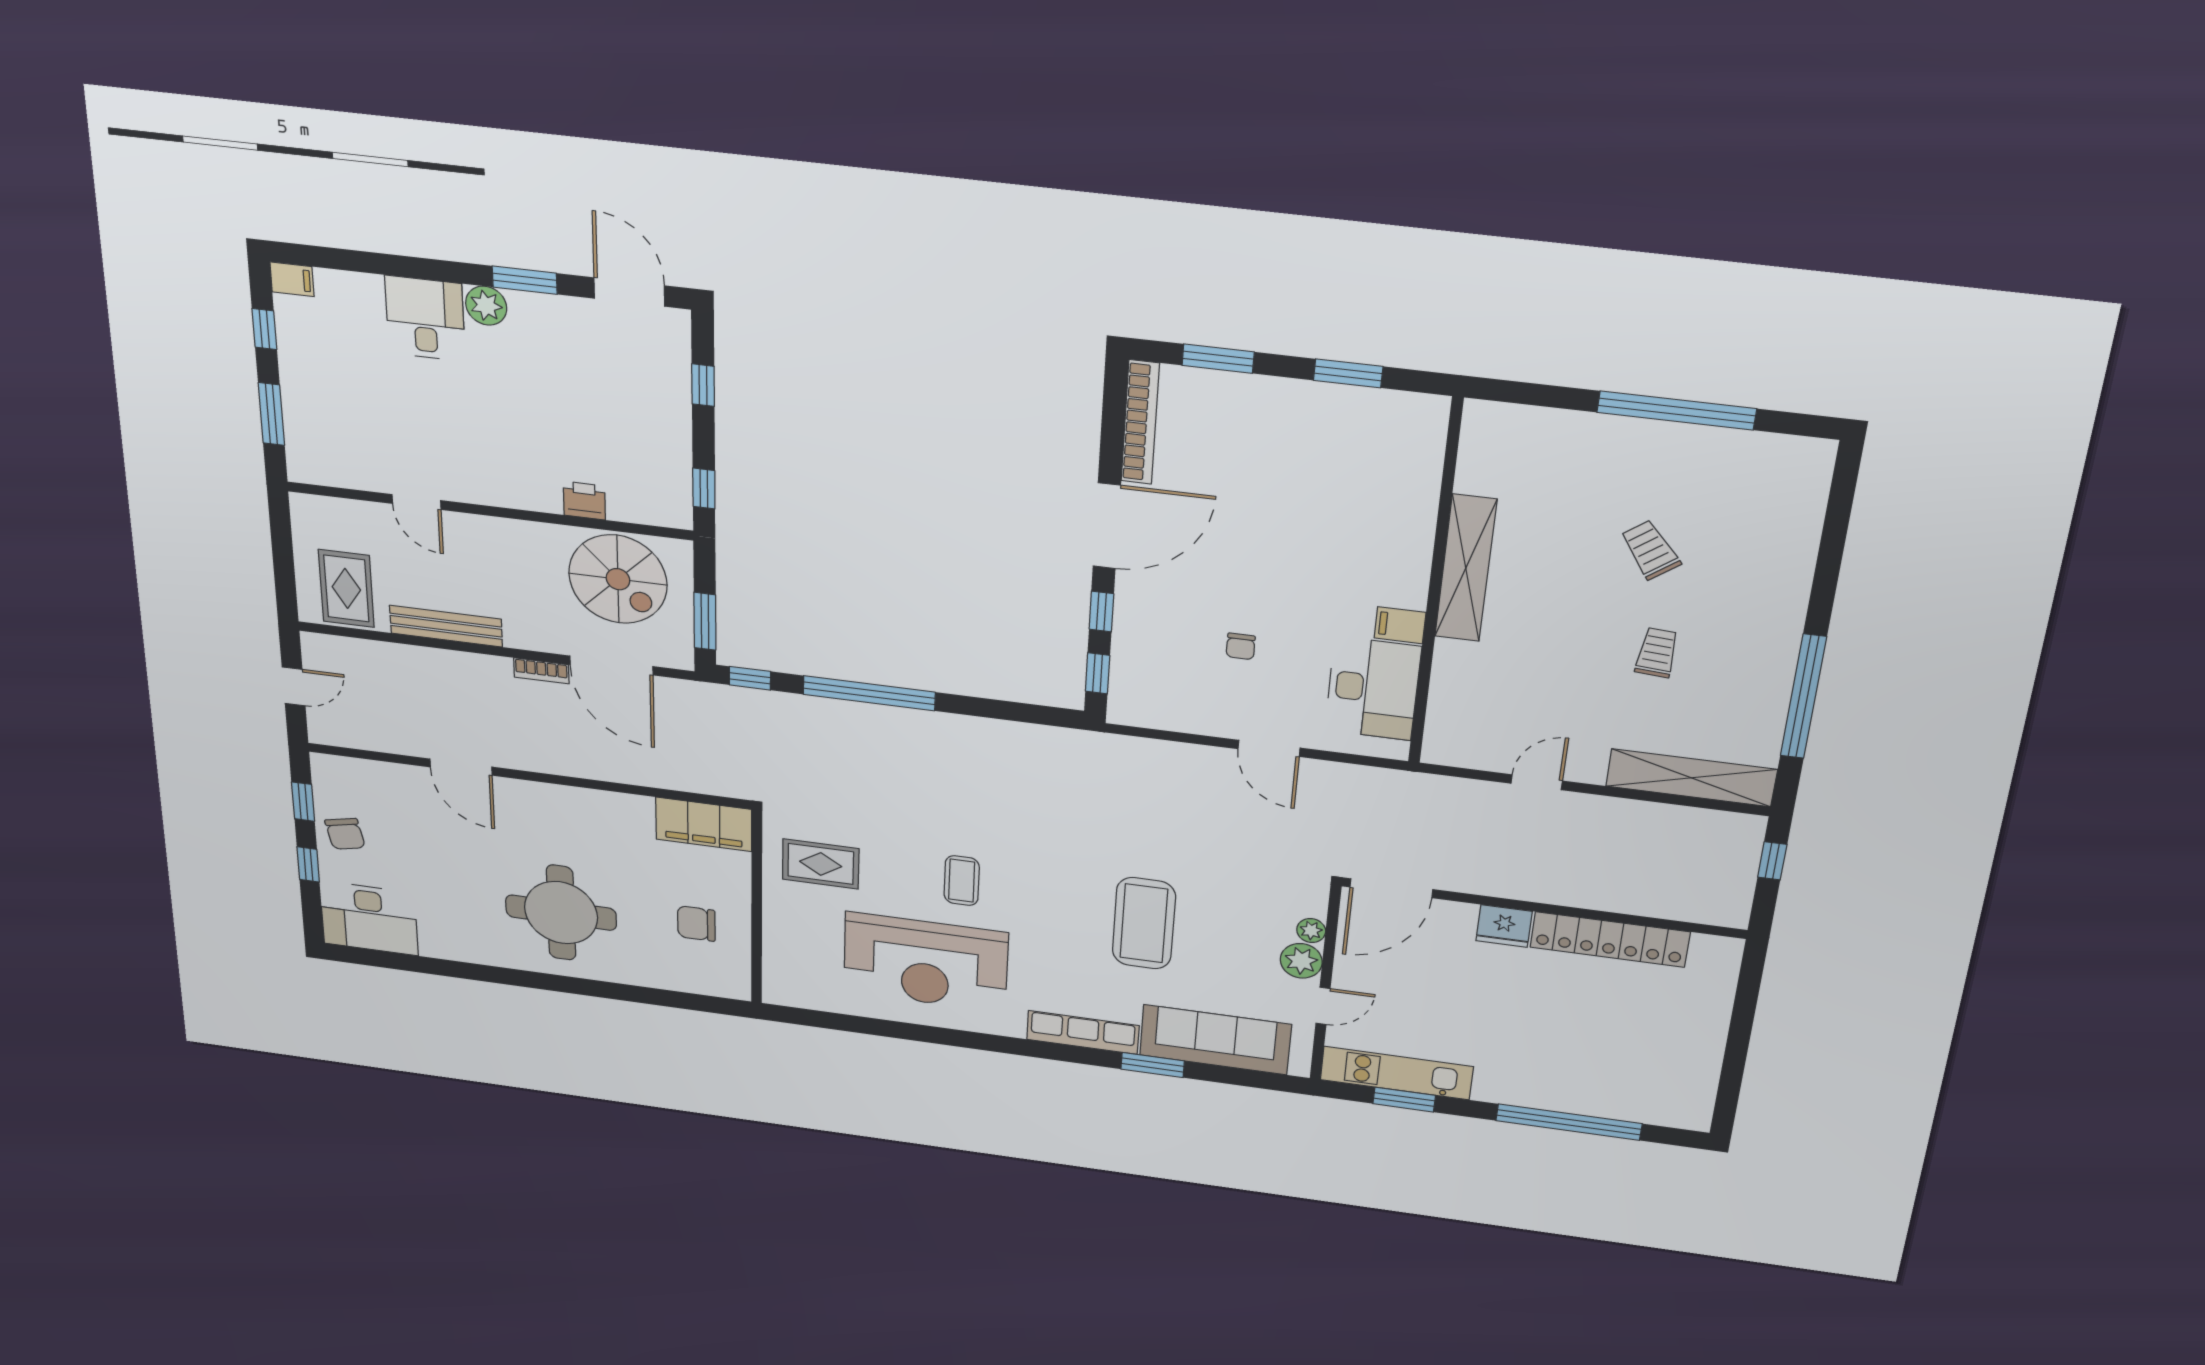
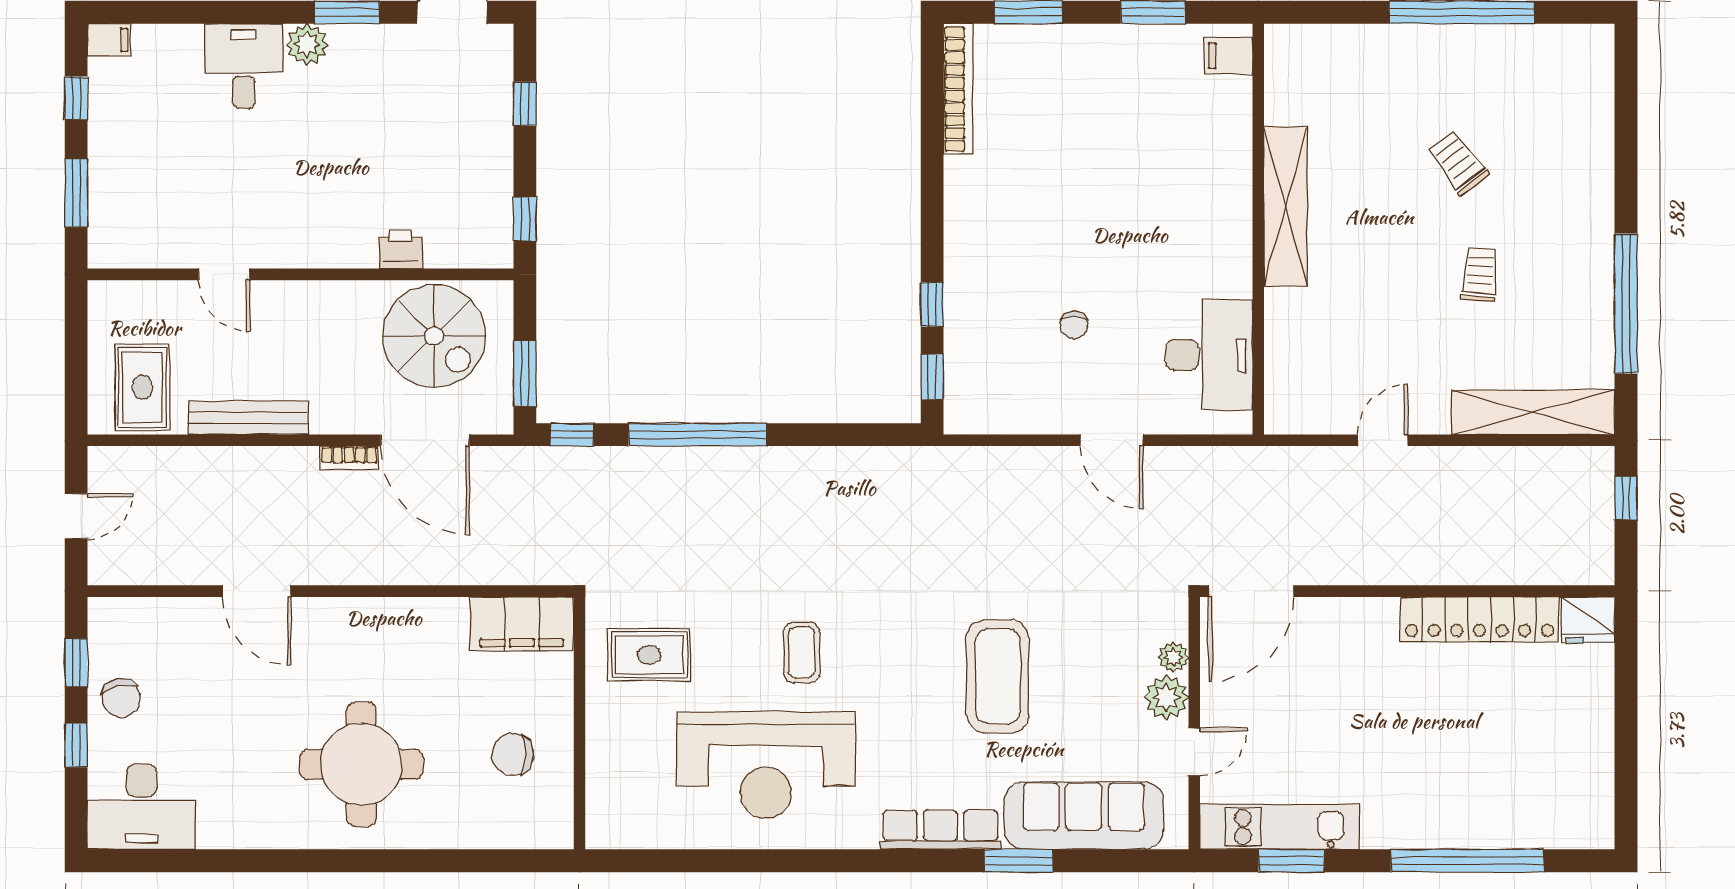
door: (1107, 526) -> (932, 207), removed
filing cabinet: (1400, 625) -> (1229, 56), moved
fridge: (1504, 926) -> (1588, 620), moved

